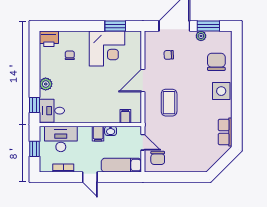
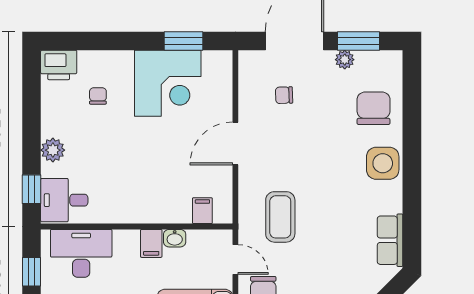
coffee table: (169, 103) -> (280, 217), moved

